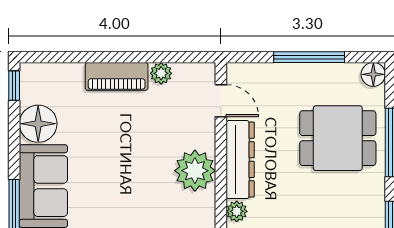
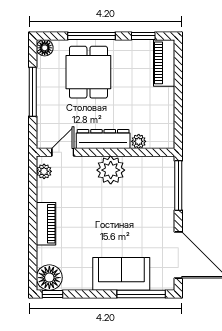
plant: (161, 73) -> (44, 171), moved
floor lamp: (38, 124) -> (49, 278), moved

